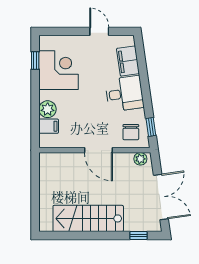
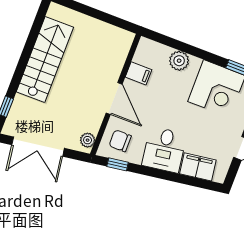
filing cabinet: (49, 126) -> (138, 73), moved, turned -90
door: (98, 150) -> (114, 99), swing flipped

